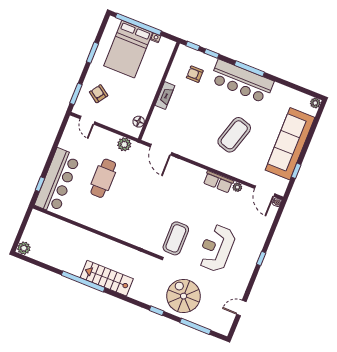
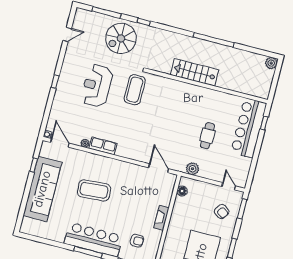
plant: (315, 103) -> (24, 229), removed
coffee table: (234, 135) -> (94, 190), turned 69
cafe table: (103, 178) -> (207, 136), width x0.73, depth x0.74
reception desk: (216, 248) -> (97, 86), turned 180
stairs: (107, 278) -> (195, 72), moved, turned 180
spiral stairs: (184, 296) -> (121, 38), turned 90

